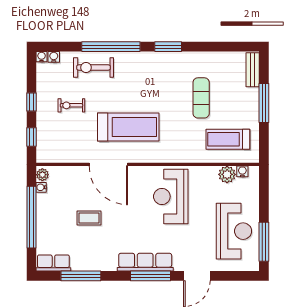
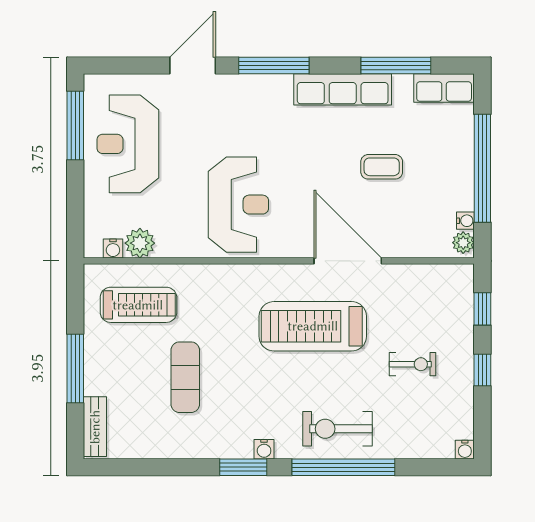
water cooler: (54, 57) -> (264, 449), moved
exercise bike: (93, 67) -> (338, 429), moved, turned 180
row of seats: (145, 262) -> (343, 89), moved

